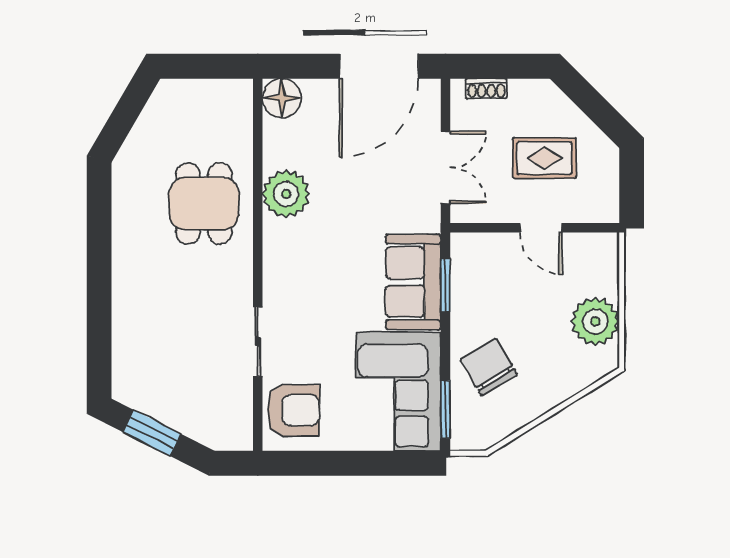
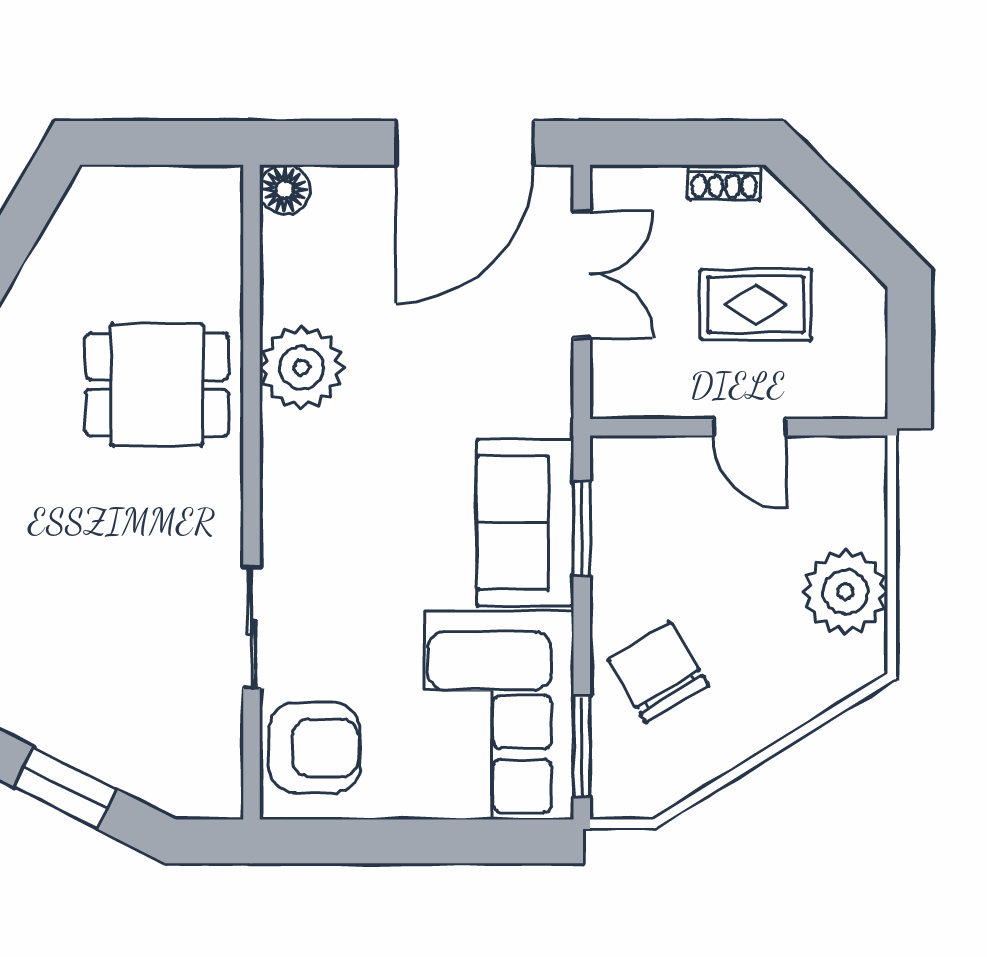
shoe rack: (486, 89) -> (724, 182), moved
floor lamp: (282, 98) -> (285, 190), width x0.73, depth x0.73
double door: (445, 168) -> (582, 274), moved
dining table: (204, 204) -> (157, 385), turned 90

